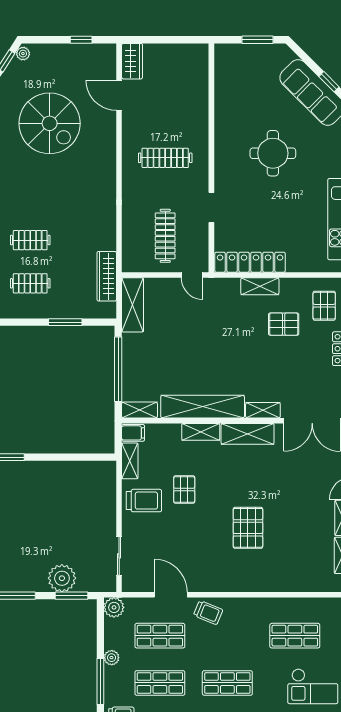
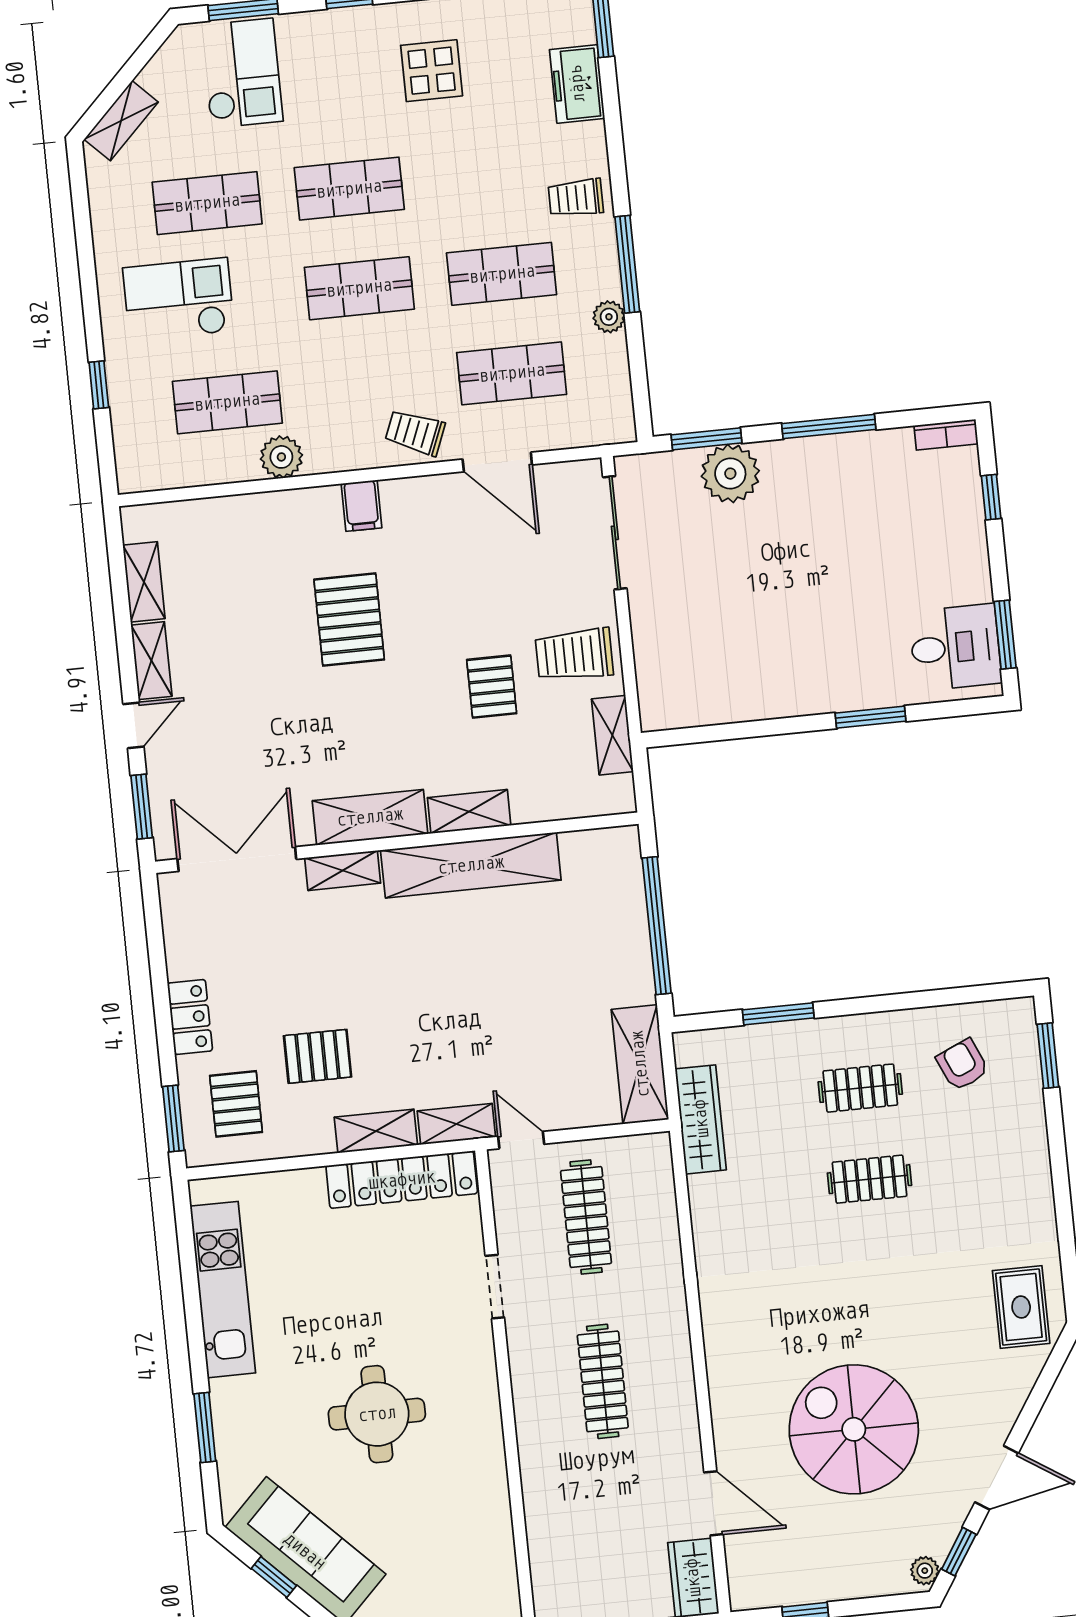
clothes rail: (165, 158) -> (603, 1381), turned 90
shelving: (140, 410) -> (456, 1124), moved
filing cabinet: (133, 433) -> (361, 506), moved, turned -90
sliding door: (119, 556) -> (615, 533), width x1.37
plant: (114, 607) -> (281, 457), moved

